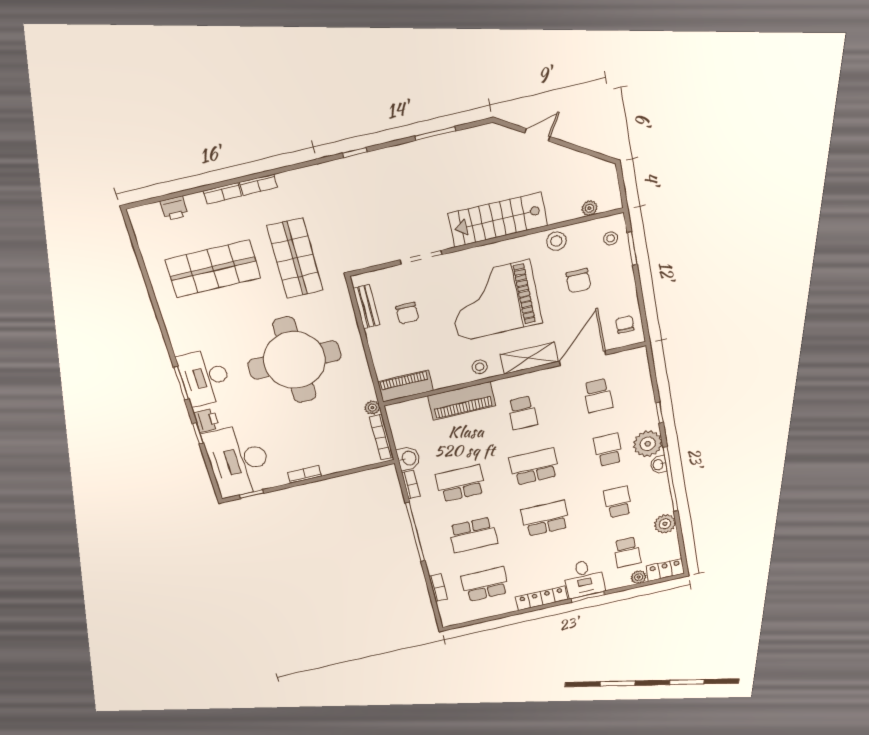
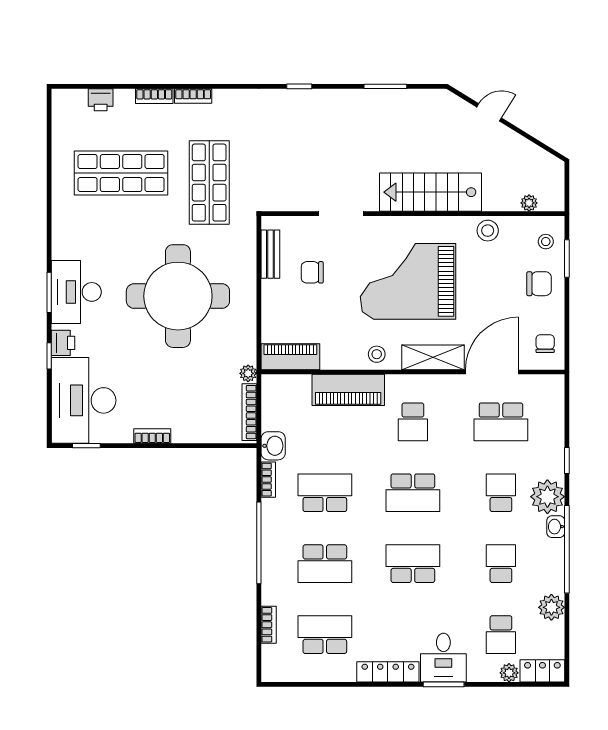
chair: (578, 281) -> (539, 284), moved, turned -90
chair: (407, 313) -> (312, 272), turned 90
school desk: (598, 396) -> (501, 422), width x1.85
school desk: (534, 467) -> (413, 493), turned 180

